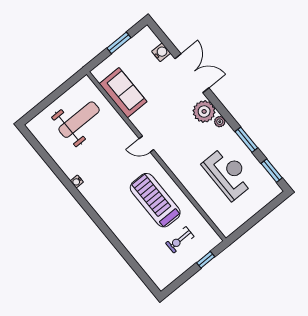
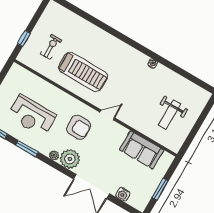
weight bench: (79, 120) -> (169, 115), width x0.73, depth x0.75
armchair: (182, 142) -> (79, 127), added

